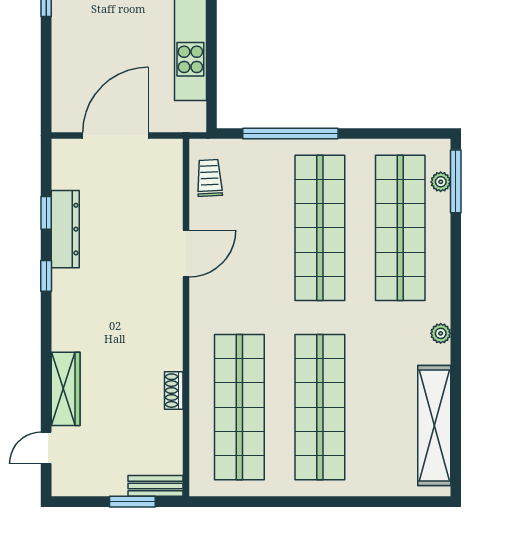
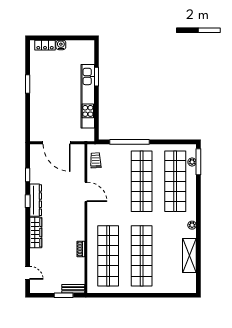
door: (116, 136) -> (57, 143), swing flipped
dresser: (65, 229) -> (36, 200), moved
door: (186, 253) -> (86, 192), hinge flipped
wardrobe: (66, 389) -> (36, 232), moved
shelving: (434, 425) -> (189, 256), width x0.68
door: (46, 448) -> (28, 273), swing flipped

